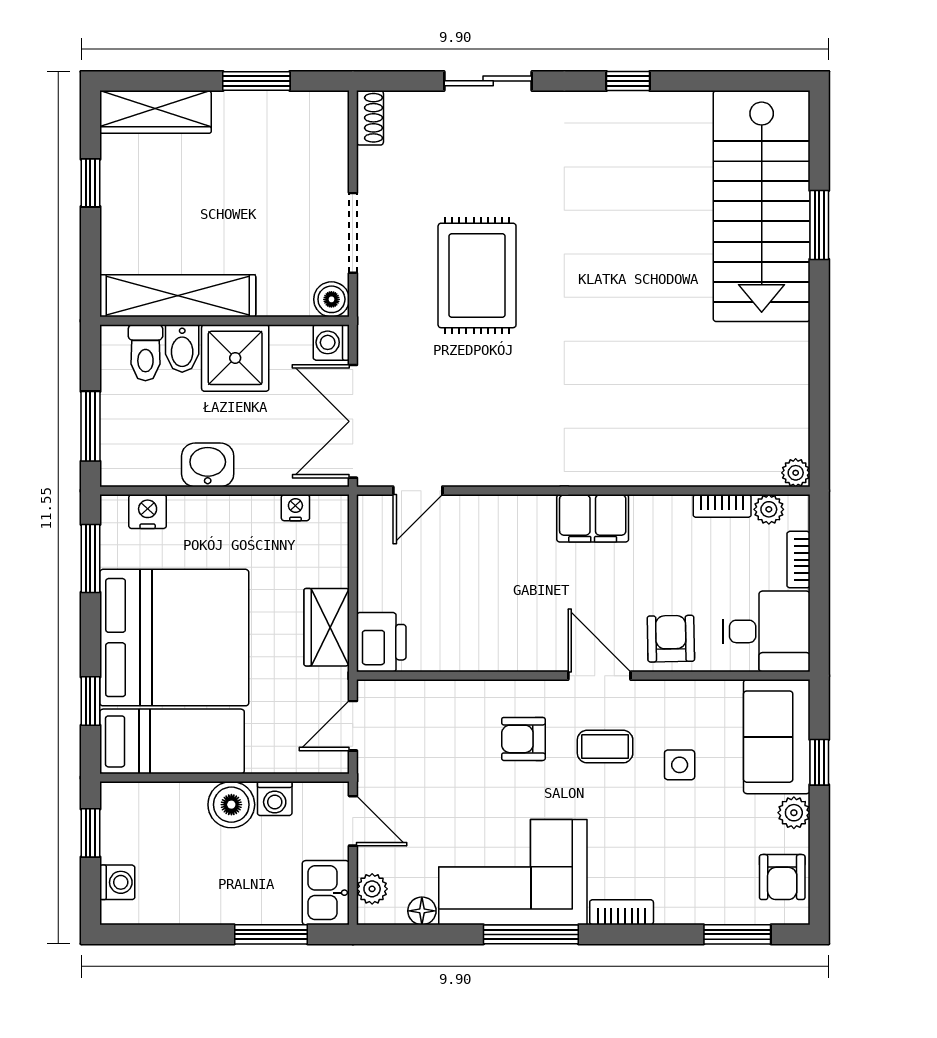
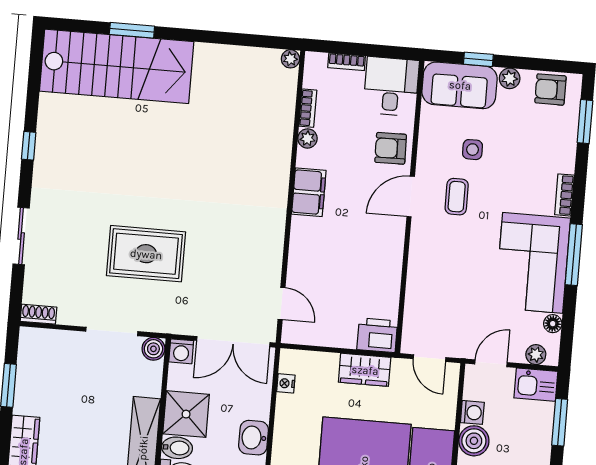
plant: (769, 509) -> (307, 138), moved
armchair: (523, 739) -> (447, 249), removed
armchair: (782, 877) -> (550, 89), turned 180

